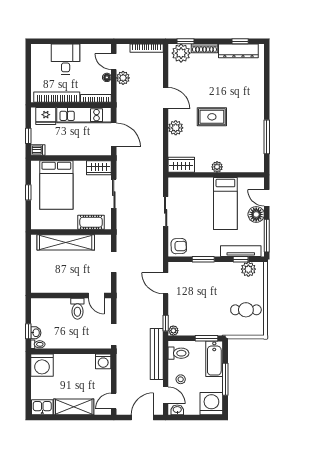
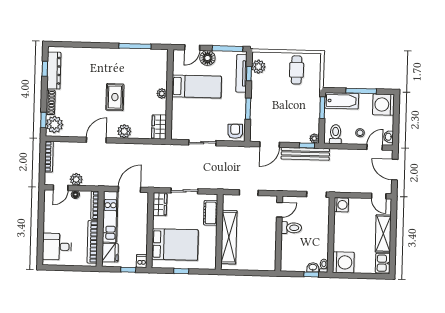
desk: (66, 59) -> (57, 247), moved
bench: (157, 354) -> (305, 154), moved

